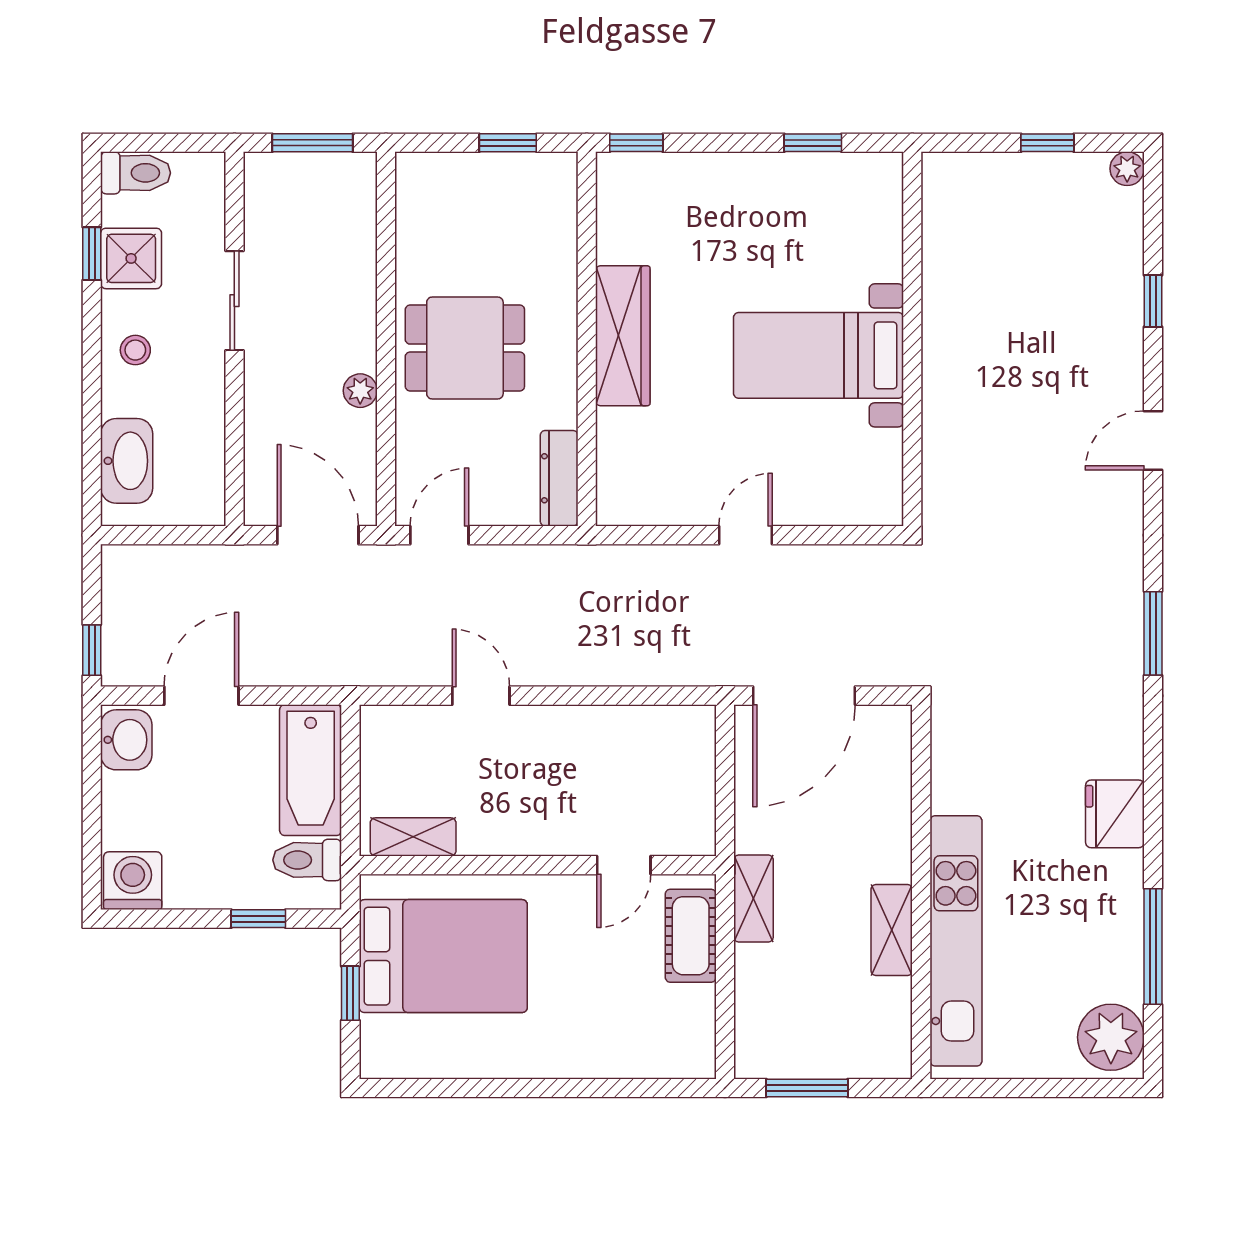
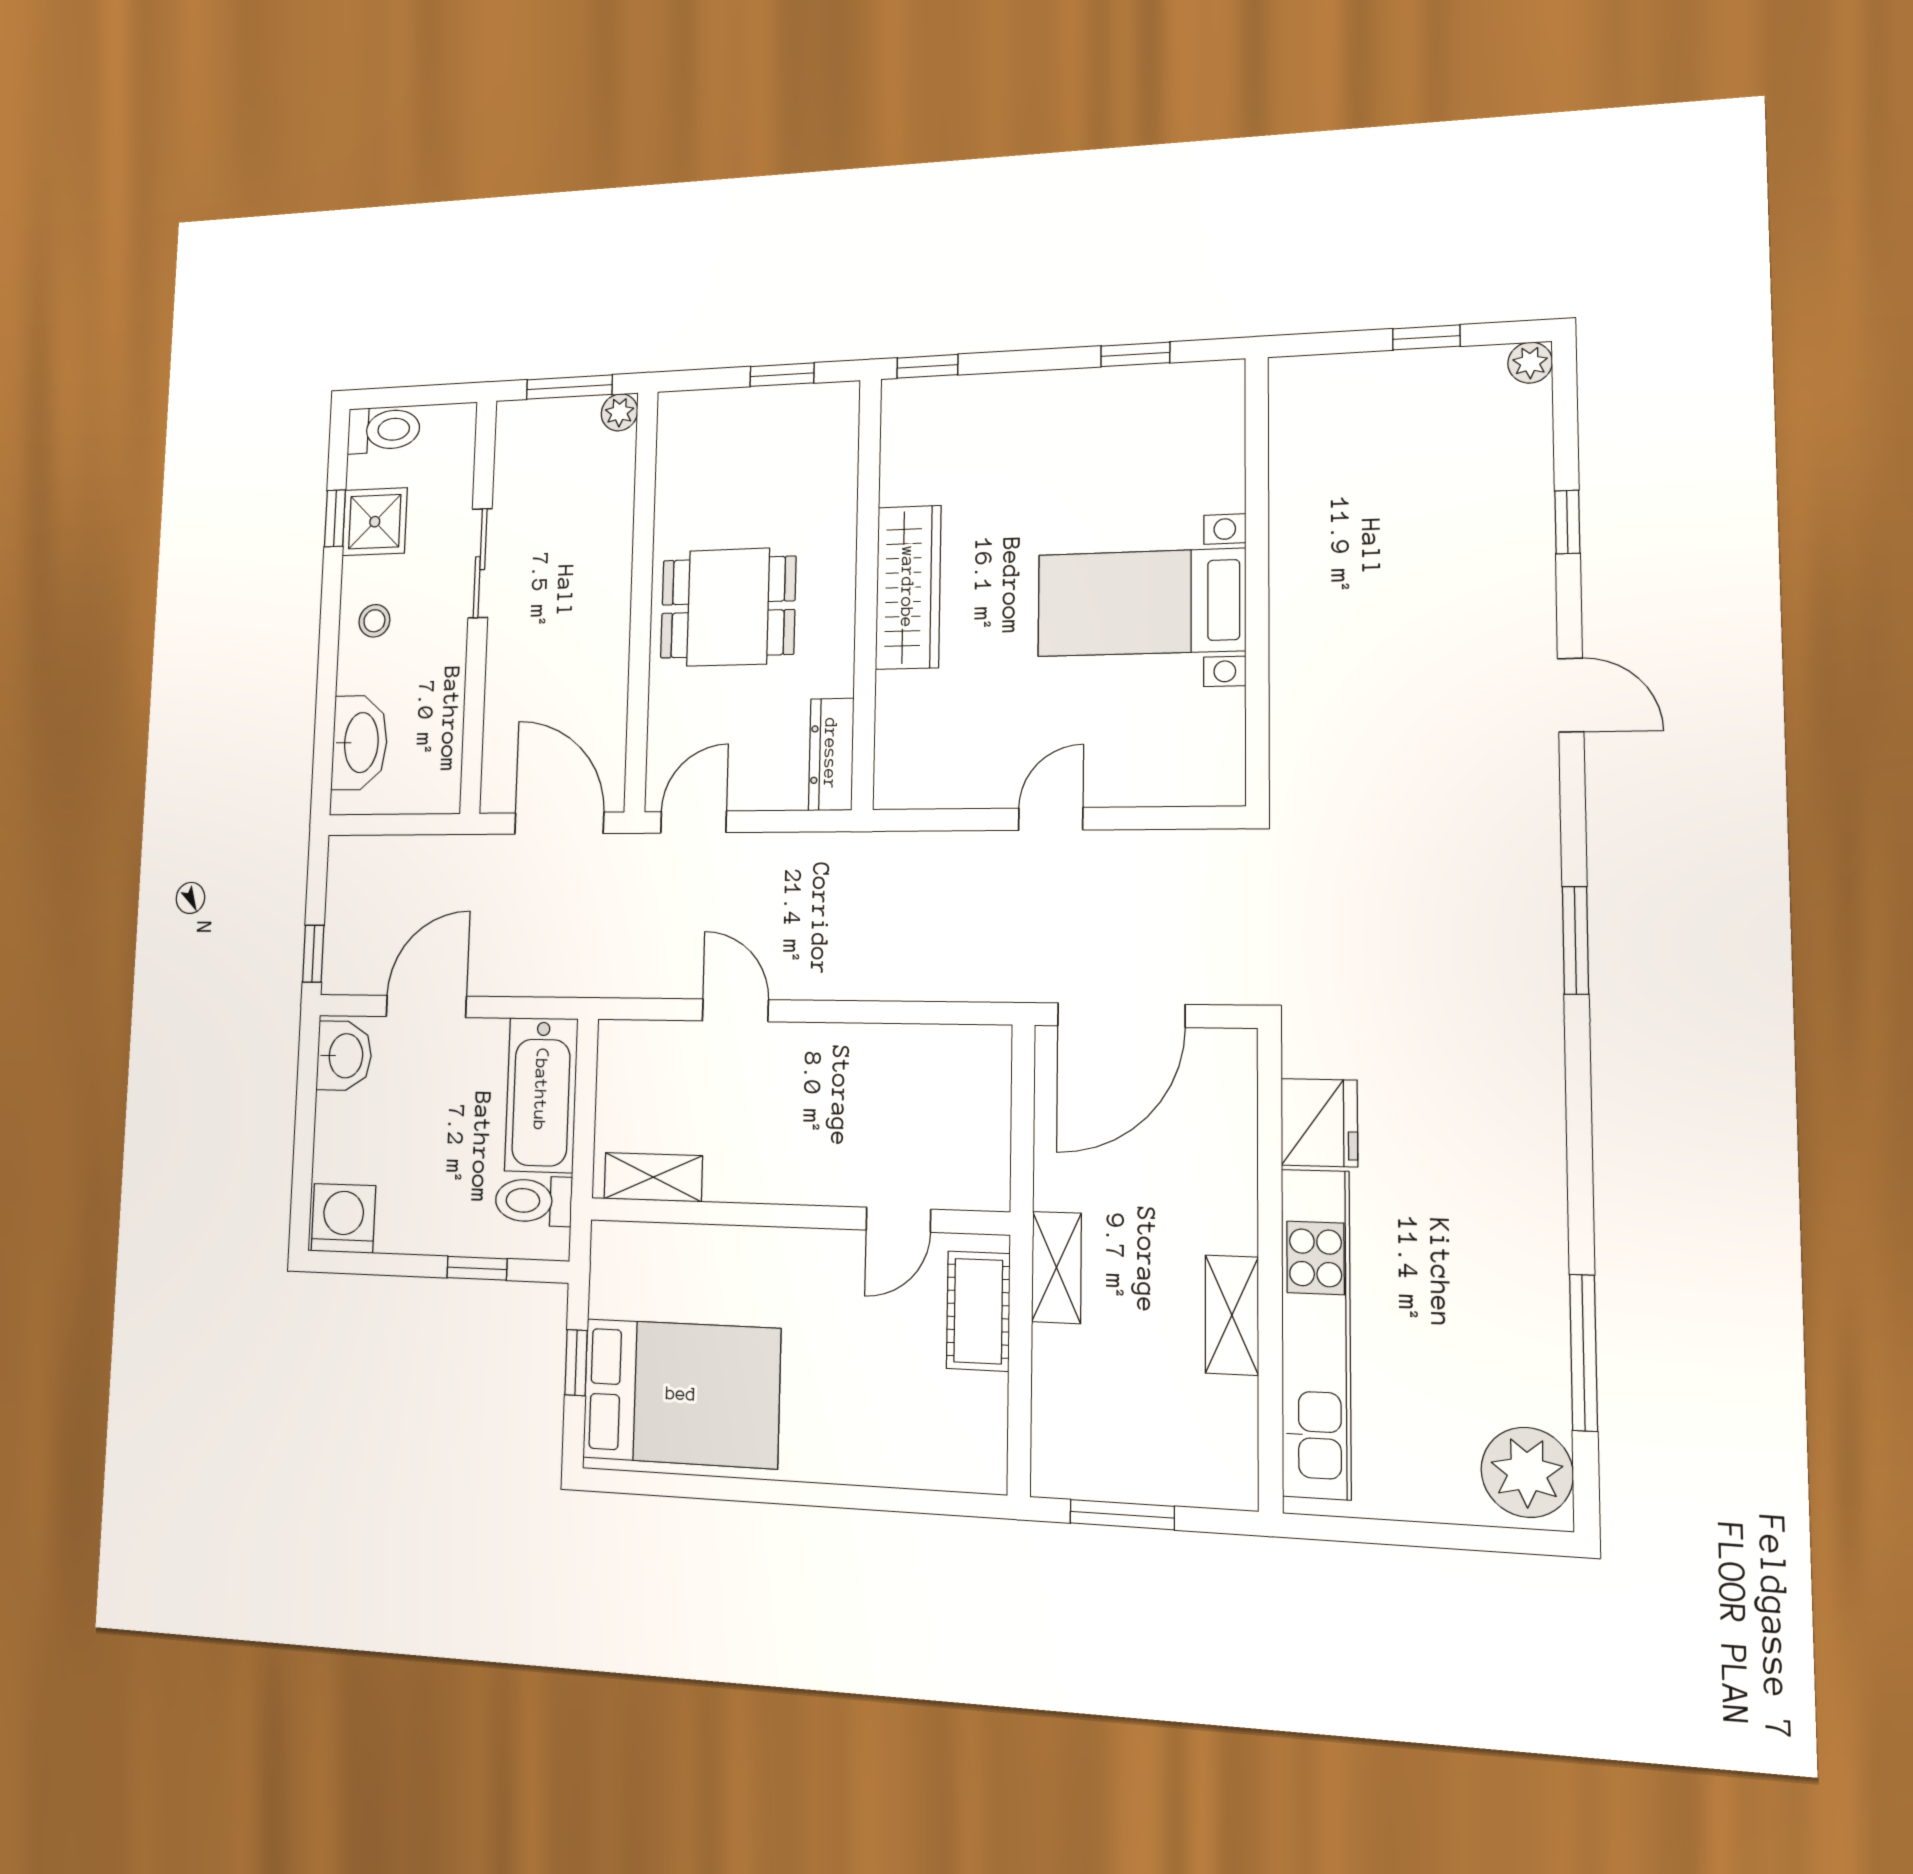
plant: (360, 391) -> (619, 412), moved
door: (1153, 440) -> (1571, 695), swing flipped
fridge: (1115, 814) -> (1319, 1123), moved, turned 180
bed: (443, 956) -> (681, 1393), moved

